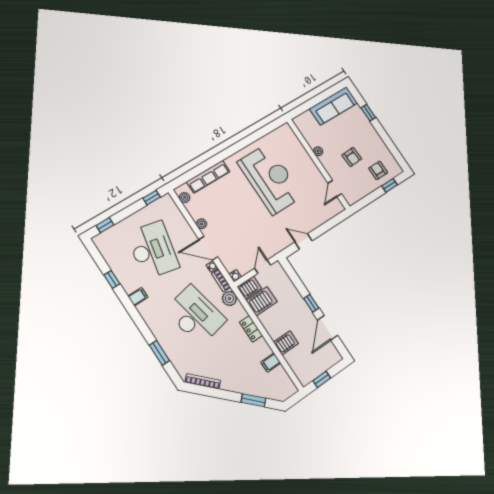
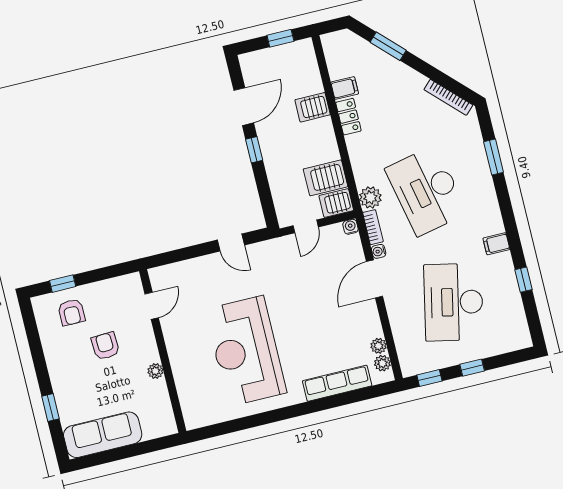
plant: (202, 224) -> (379, 346), moved
window: (105, 225) -> (472, 368), moved
door: (208, 248) -> (375, 279), swing flipped
locker: (251, 329) -> (348, 117), moved

